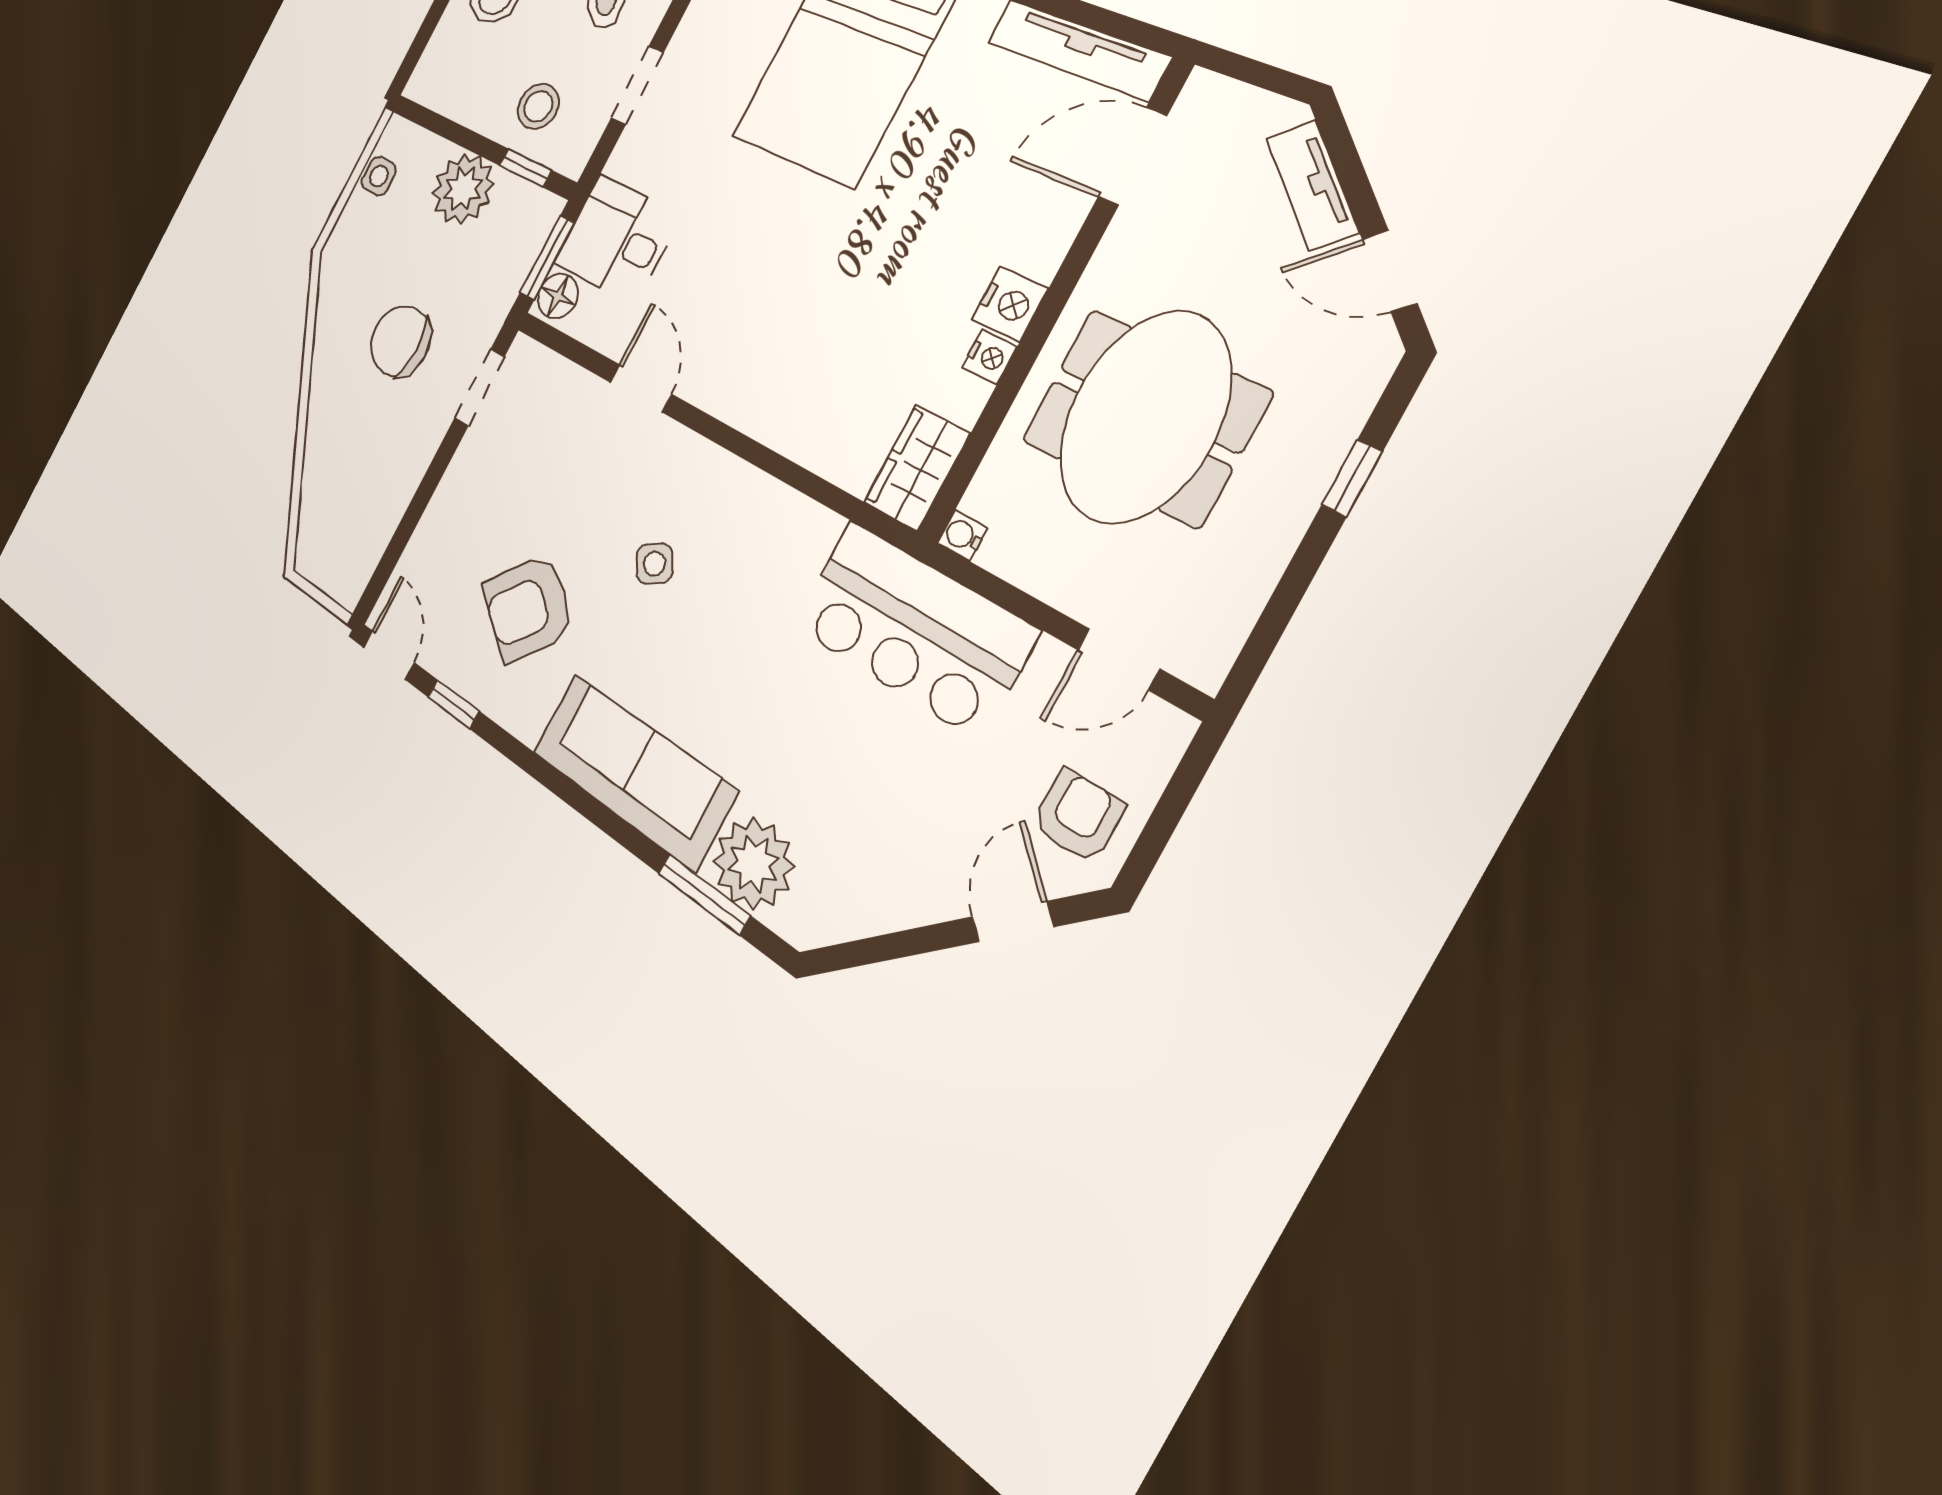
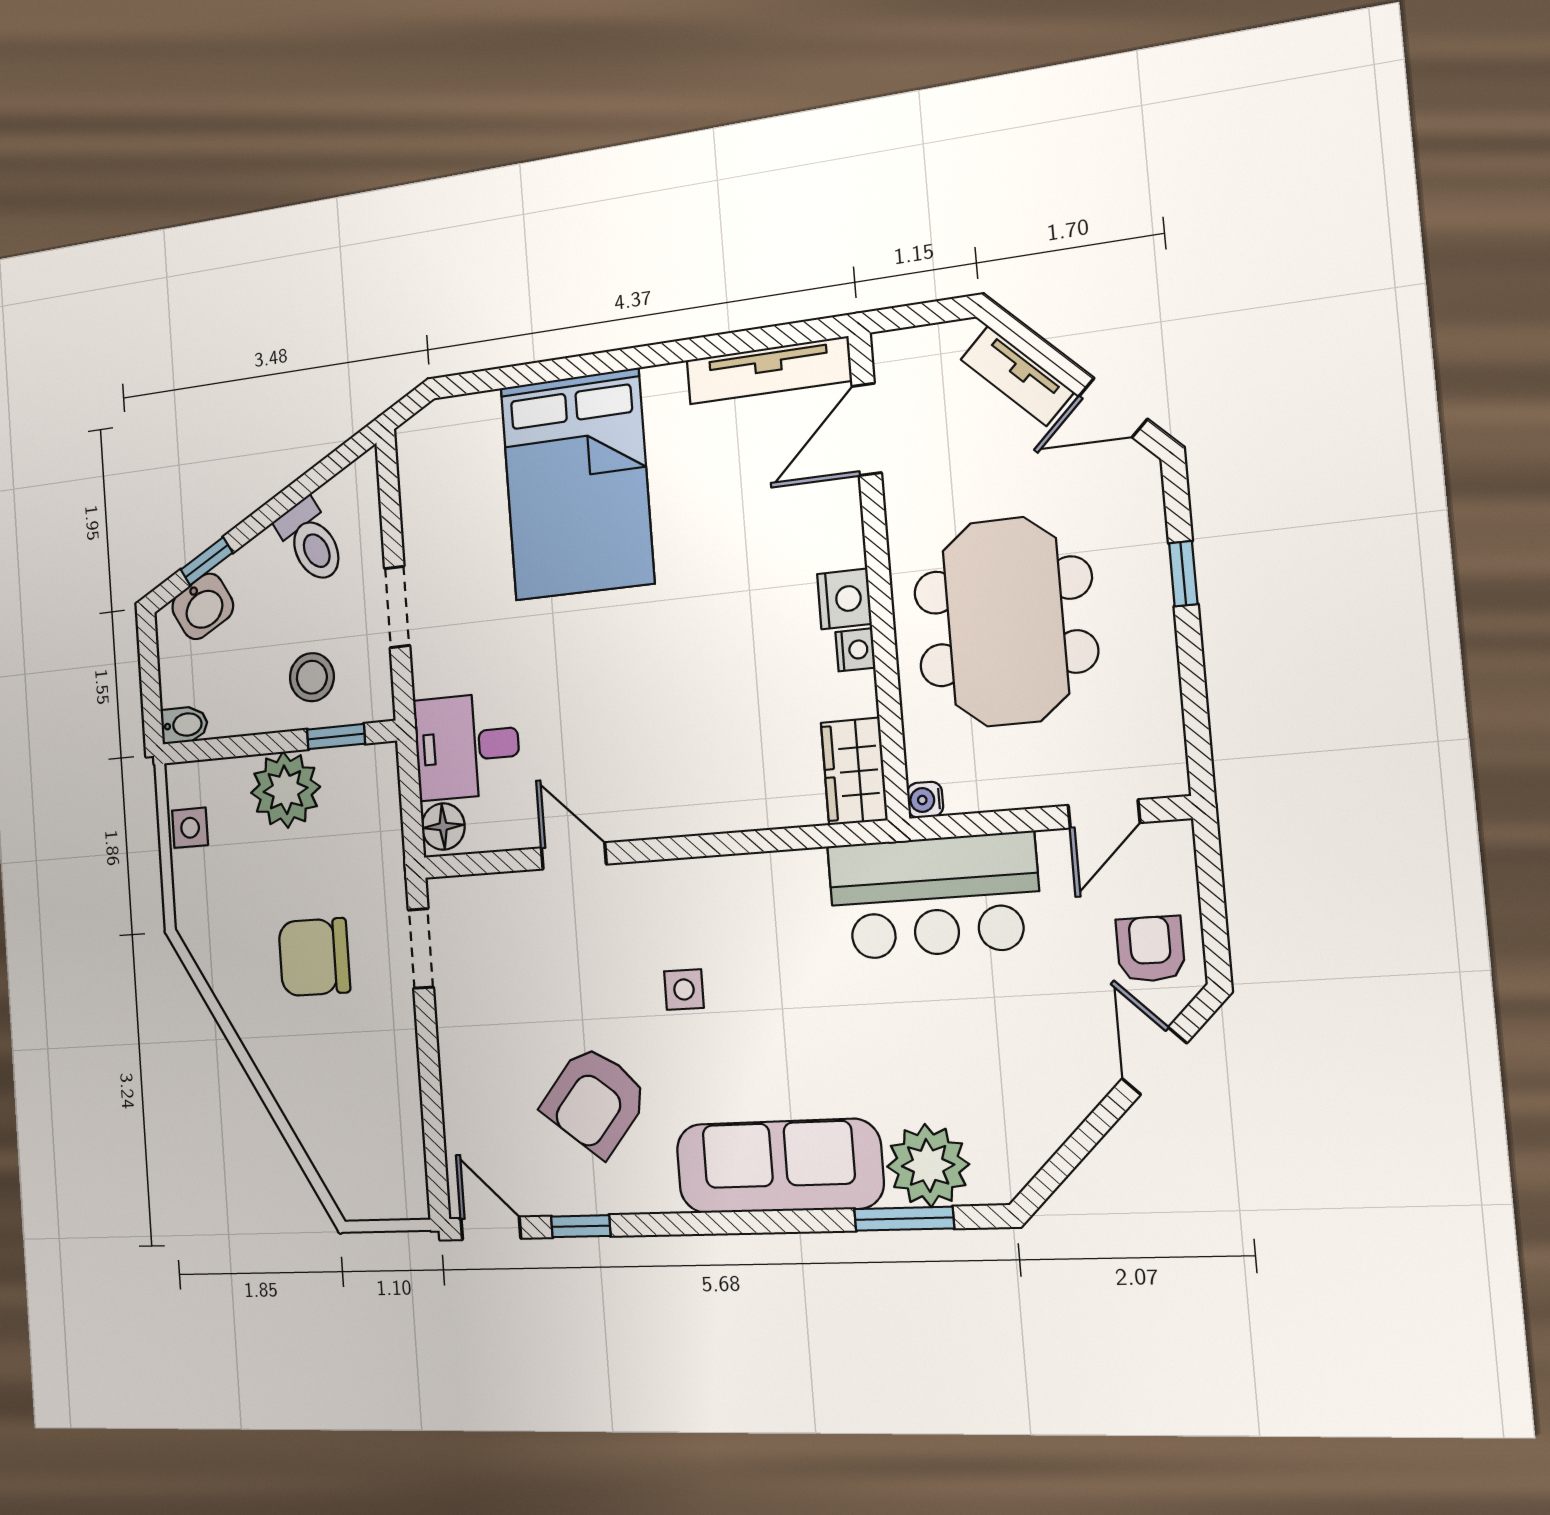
bidet: (425, 89) -> (184, 725), added
window: (547, 258) -> (411, 800), removed
side table: (654, 564) -> (684, 989), turned 32

